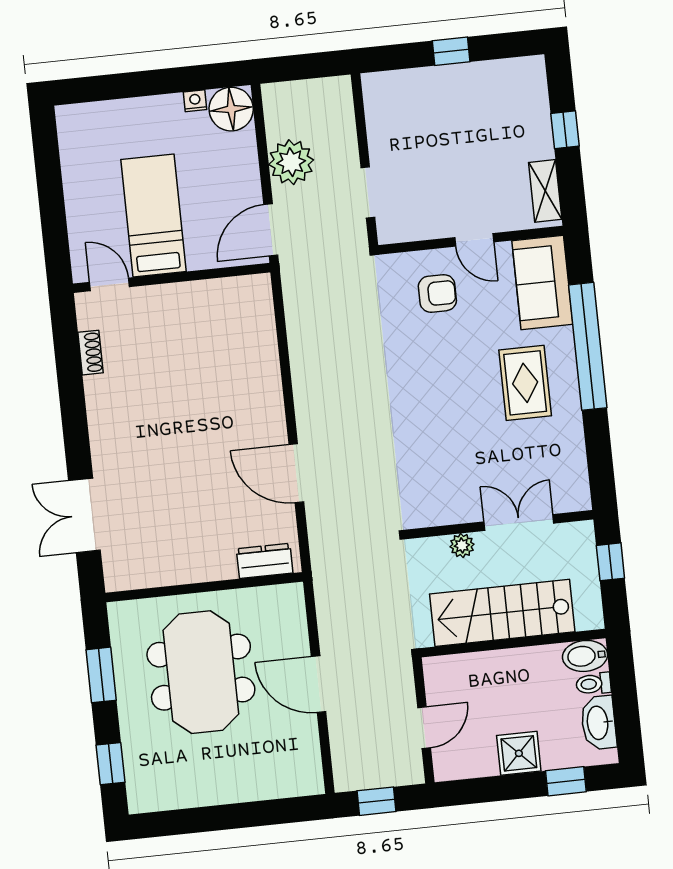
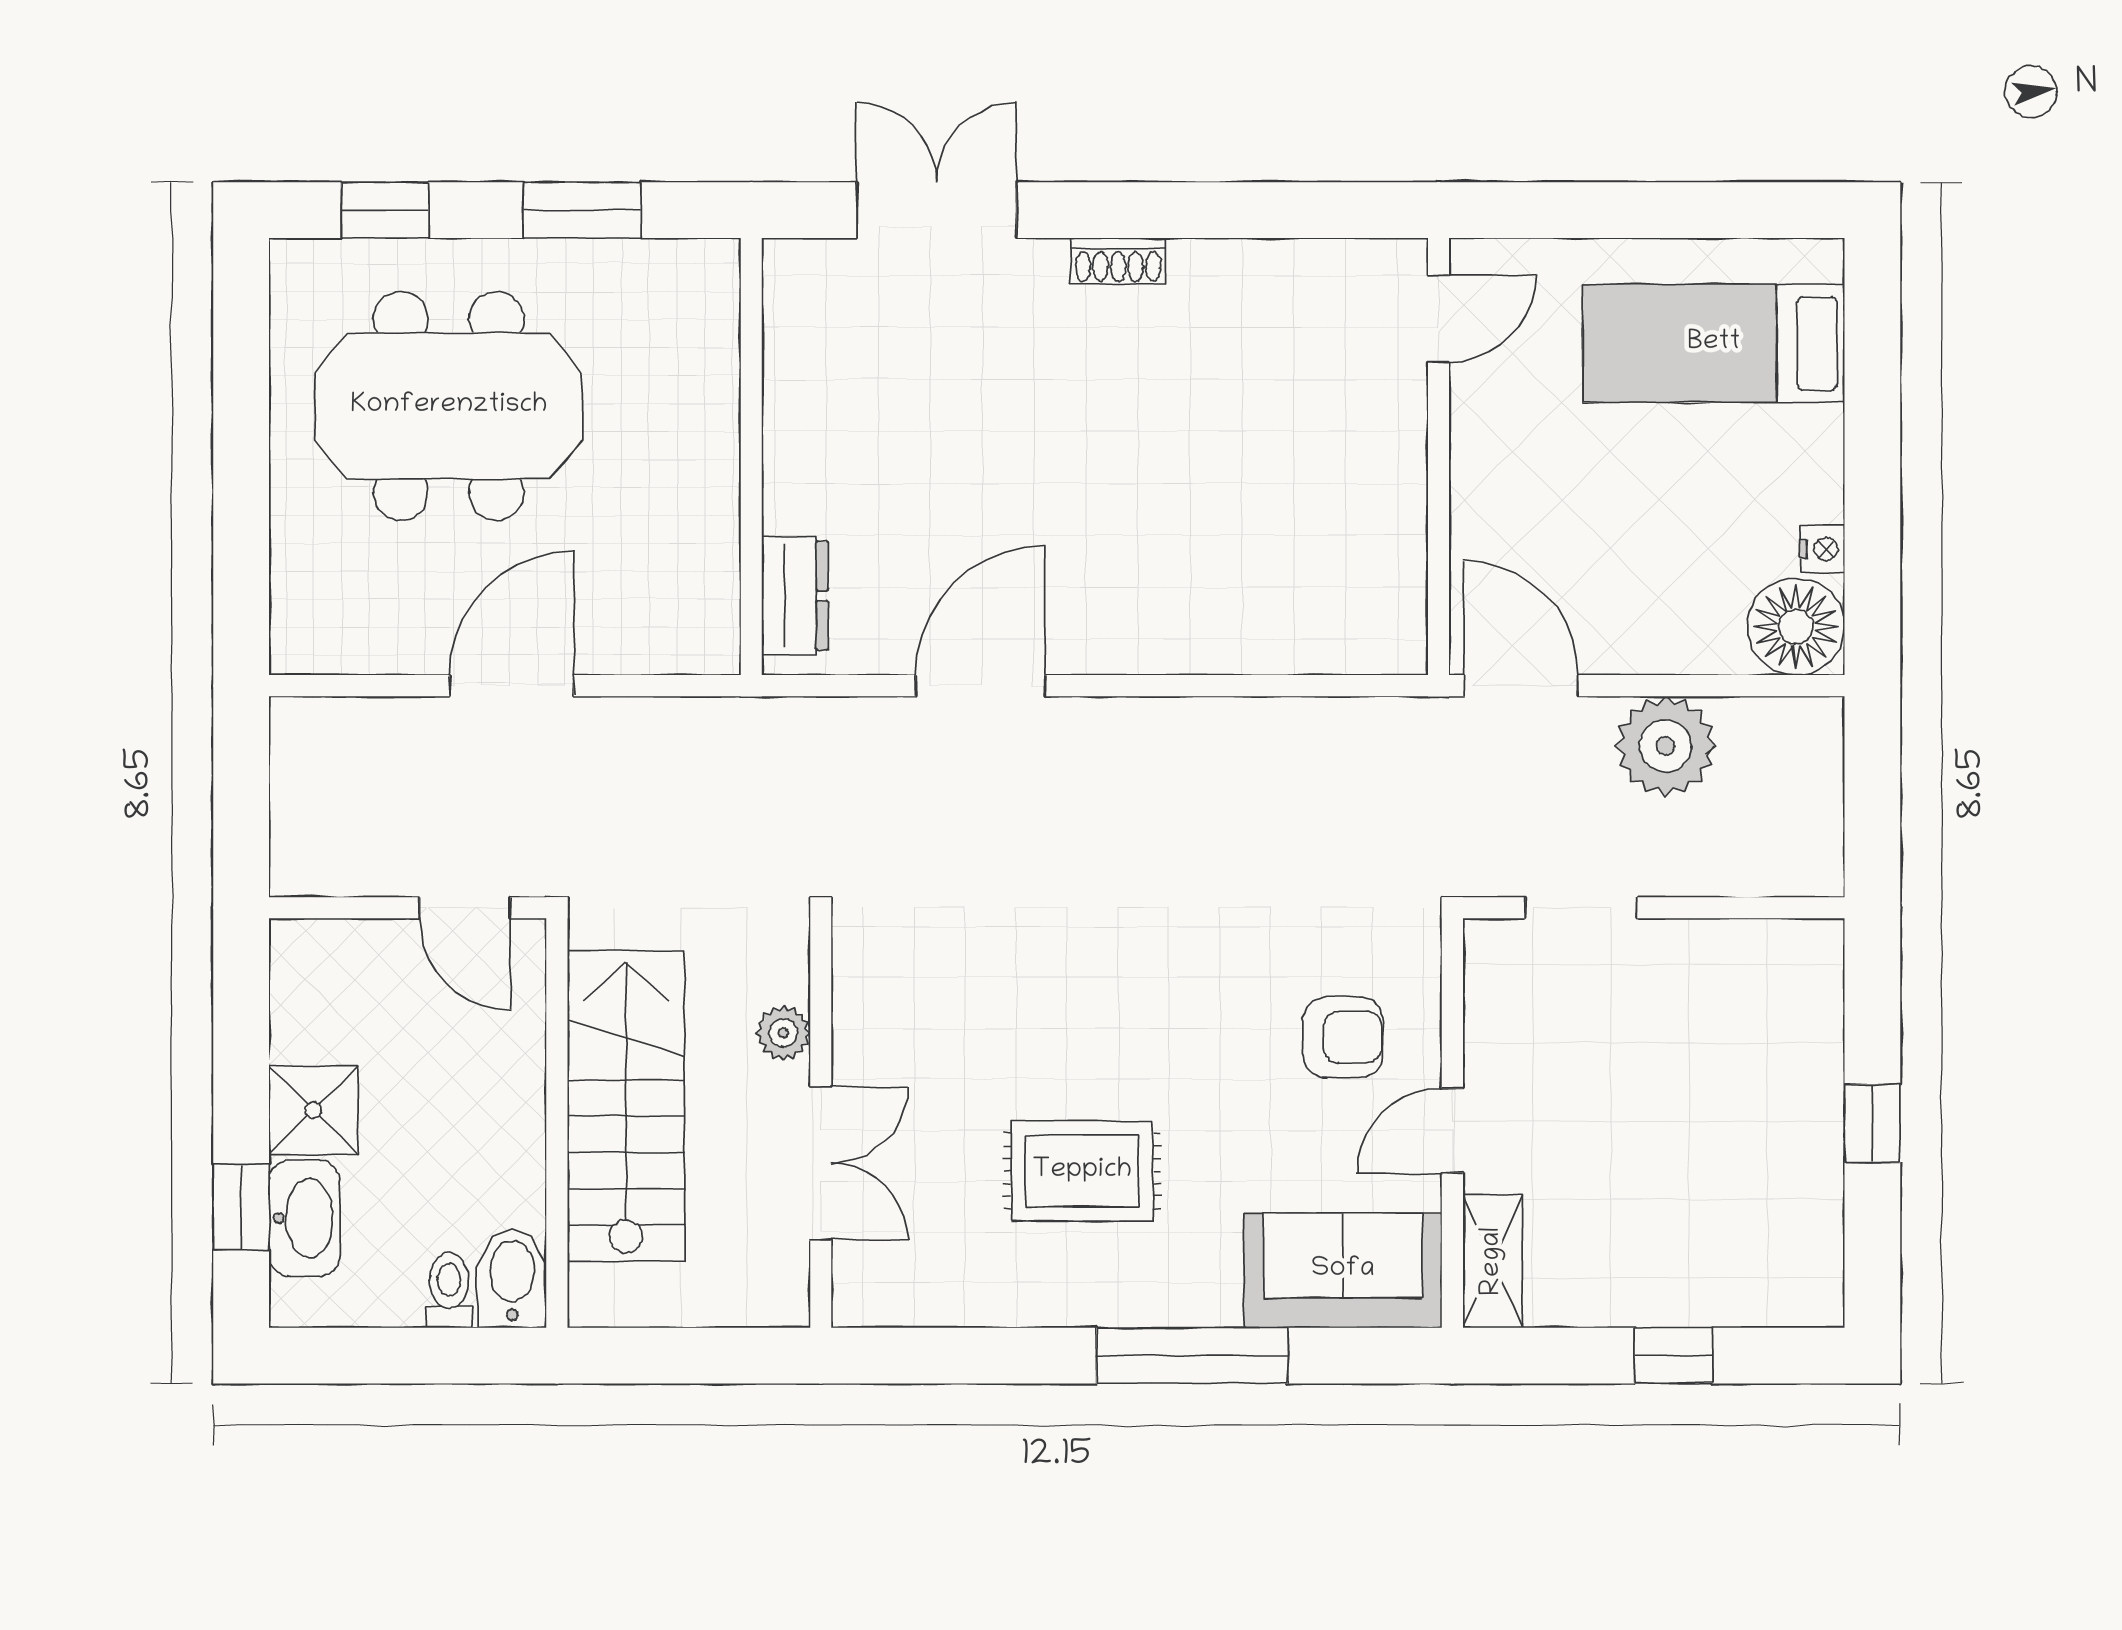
shelving: (545, 191) -> (1493, 1261), moved, turned 90
bed: (154, 216) -> (1714, 343), moved, turned 180
armchair: (437, 293) -> (1343, 1037), turned -90
window: (588, 346) -> (1192, 1356), width x0.68
shoe rack: (90, 353) -> (1118, 261), moved
rug: (525, 383) -> (1082, 1171), moved
window: (610, 562) -> (713, 1356), removed
meeting table: (201, 672) -> (449, 406), moved
washbasin: (599, 723) -> (304, 1218), moved, turned 90
door: (424, 728) -> (465, 908), moved
window: (377, 801) -> (241, 786), removed

